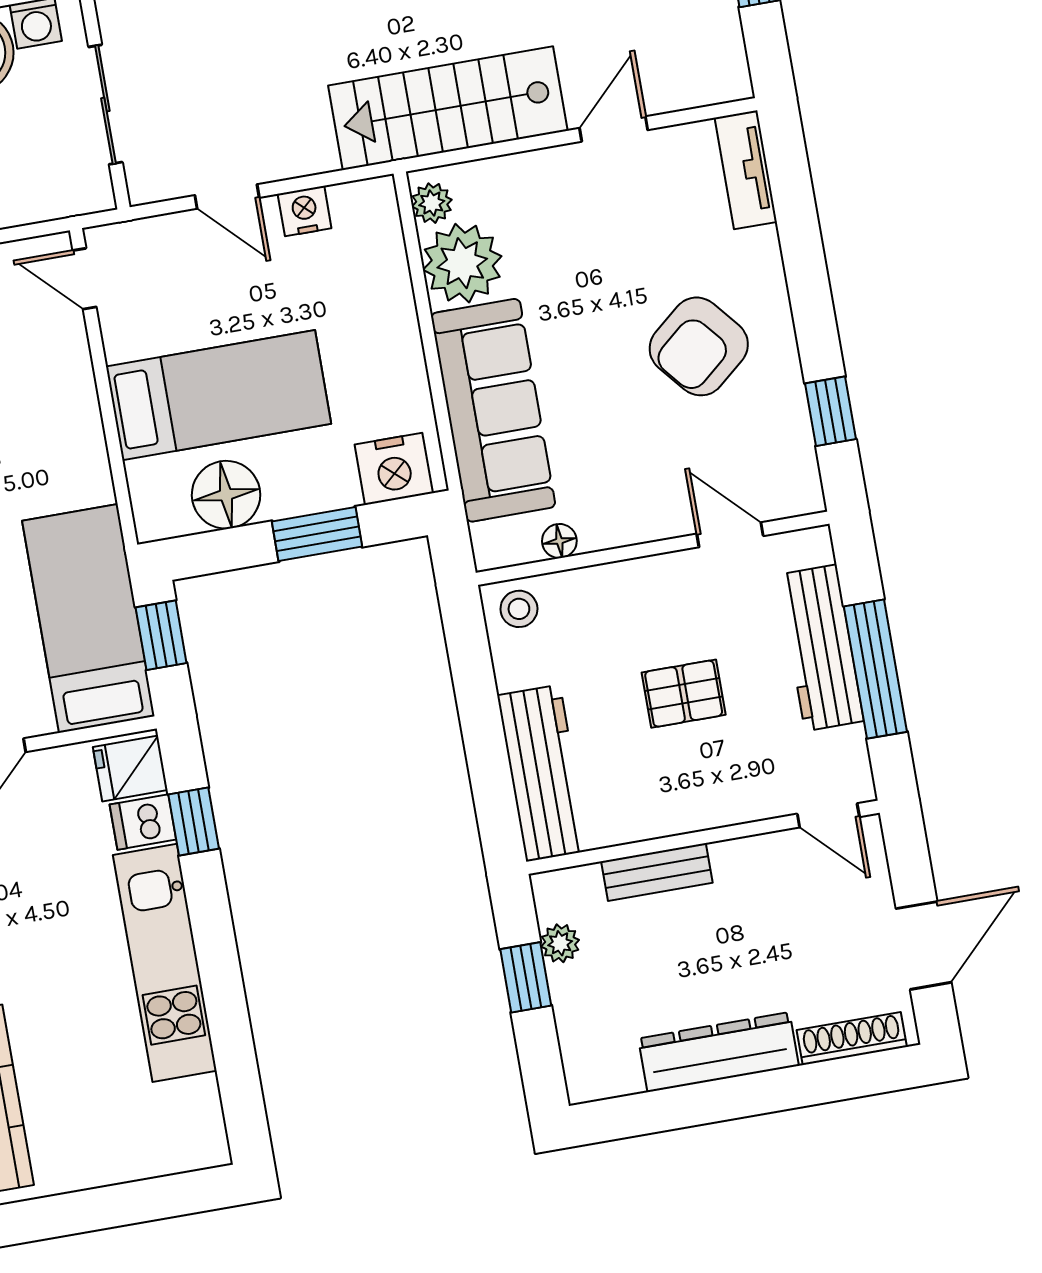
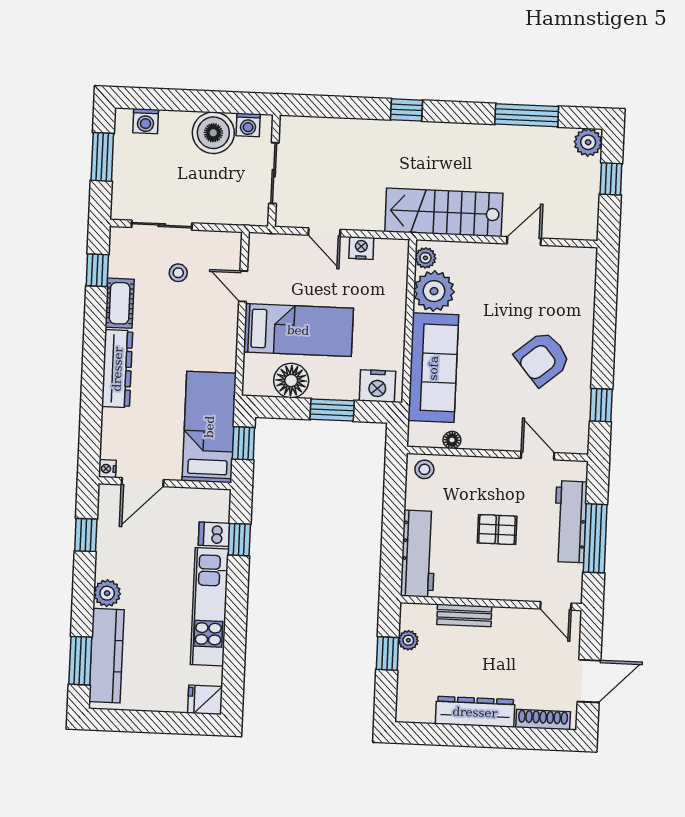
tv unit: (746, 170) -> (585, 276), removed
door: (85, 279) -> (243, 286), moved
fridge: (130, 769) -> (205, 700), moved

